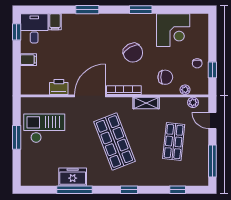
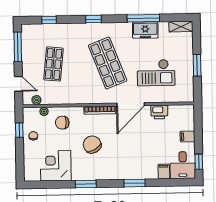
shelving: (146, 103) -> (181, 27), moved
checkout: (44, 128) -> (156, 73), moved

